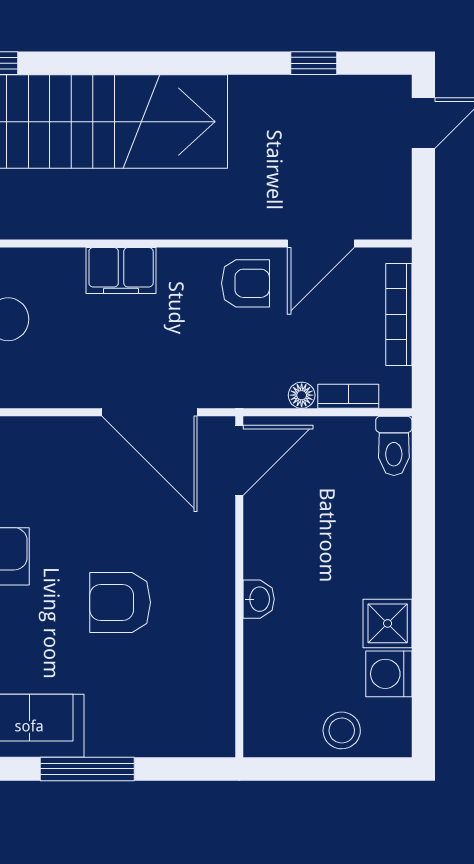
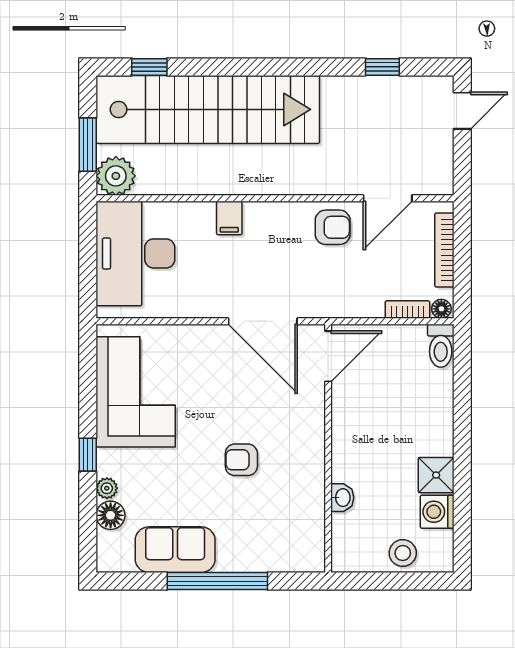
filing cabinet: (121, 271) -> (229, 218), width x0.50
floor lamp: (302, 395) -> (441, 309), moved
washbasin: (259, 599) -> (342, 498), moved
armchair: (120, 602) -> (241, 460), width x0.72, depth x0.72
window: (87, 769) -> (217, 581), width x1.46

